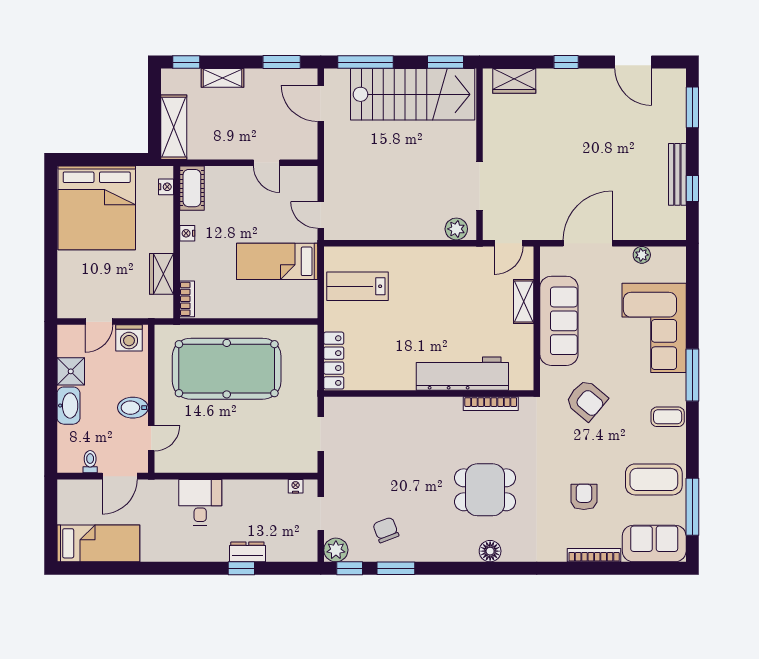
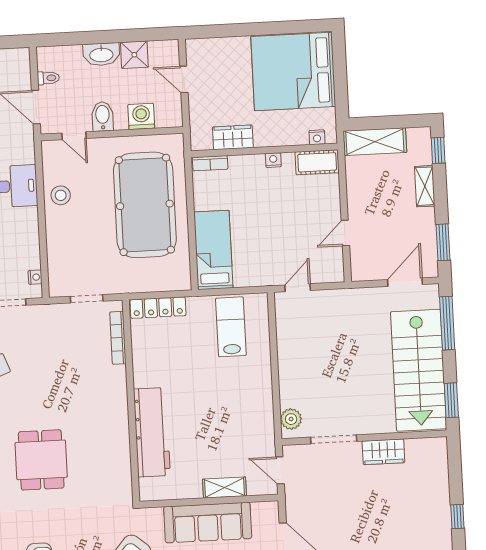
wardrobe: (514, 81) -> (383, 452), moved, turned -90
bed: (277, 261) -> (213, 250), moved
washing machine: (129, 338) -> (141, 116), moved, turned 90
bookcase: (491, 404) -> (118, 338), moved
stool: (212, 455) -> (61, 195), added

